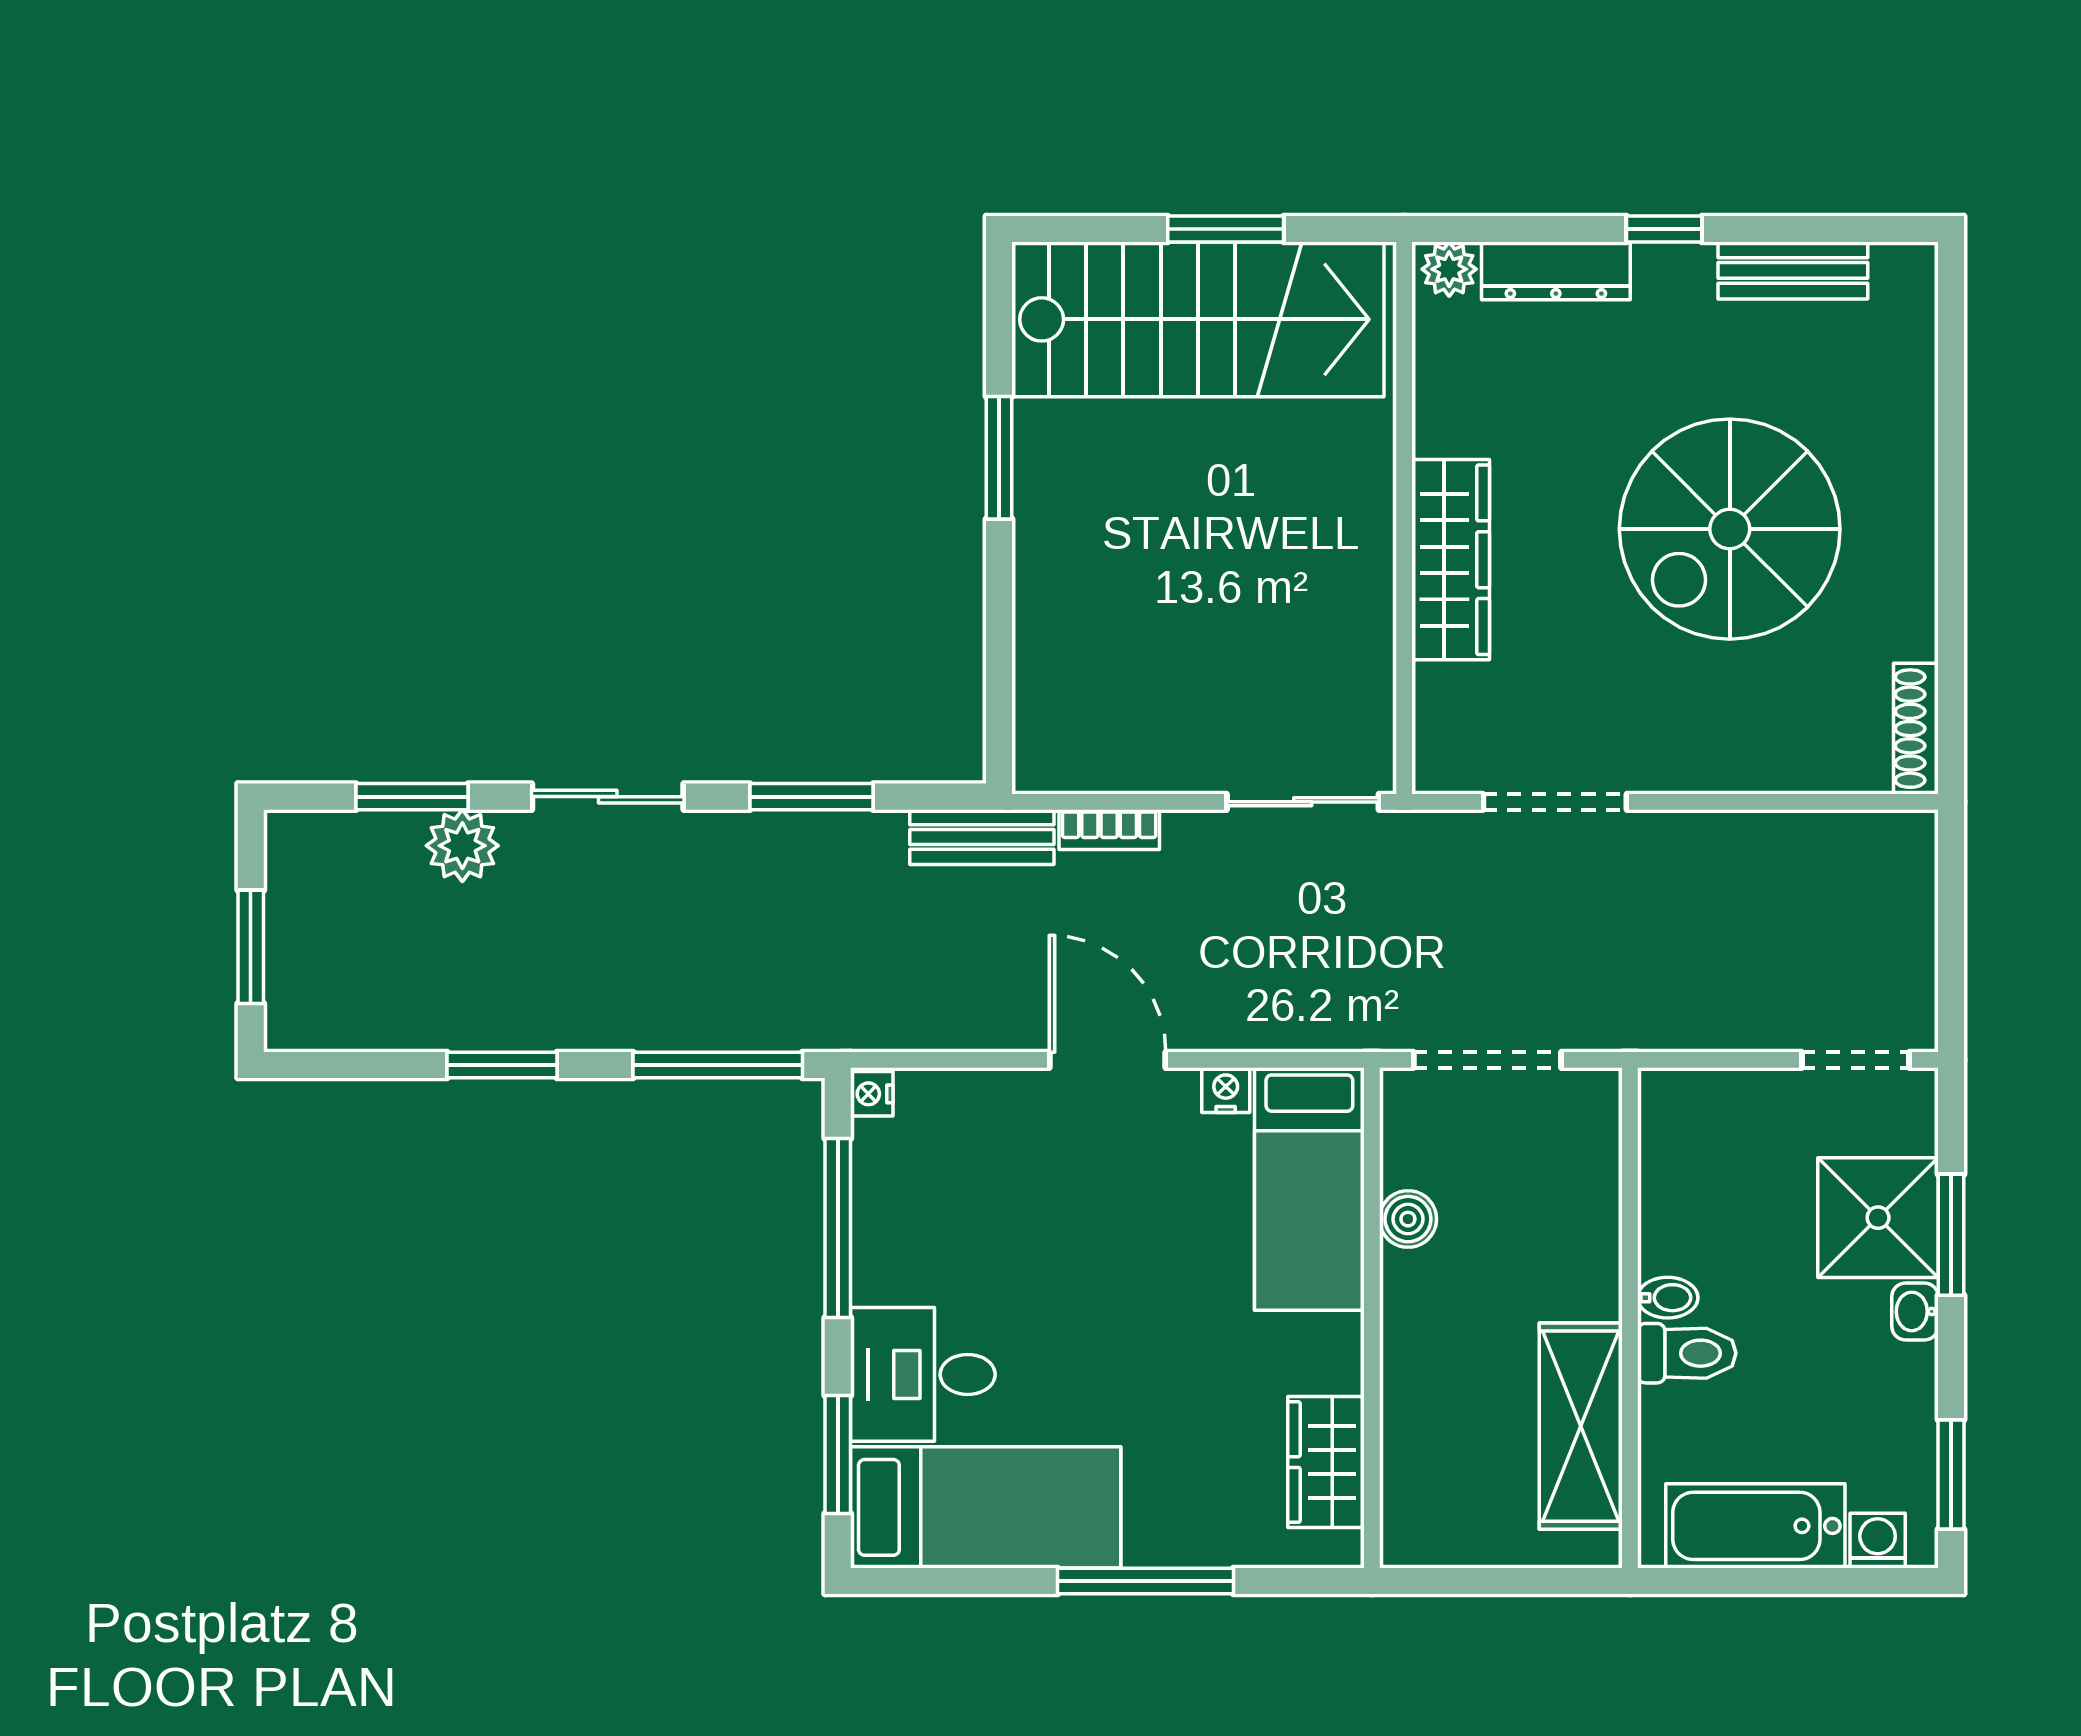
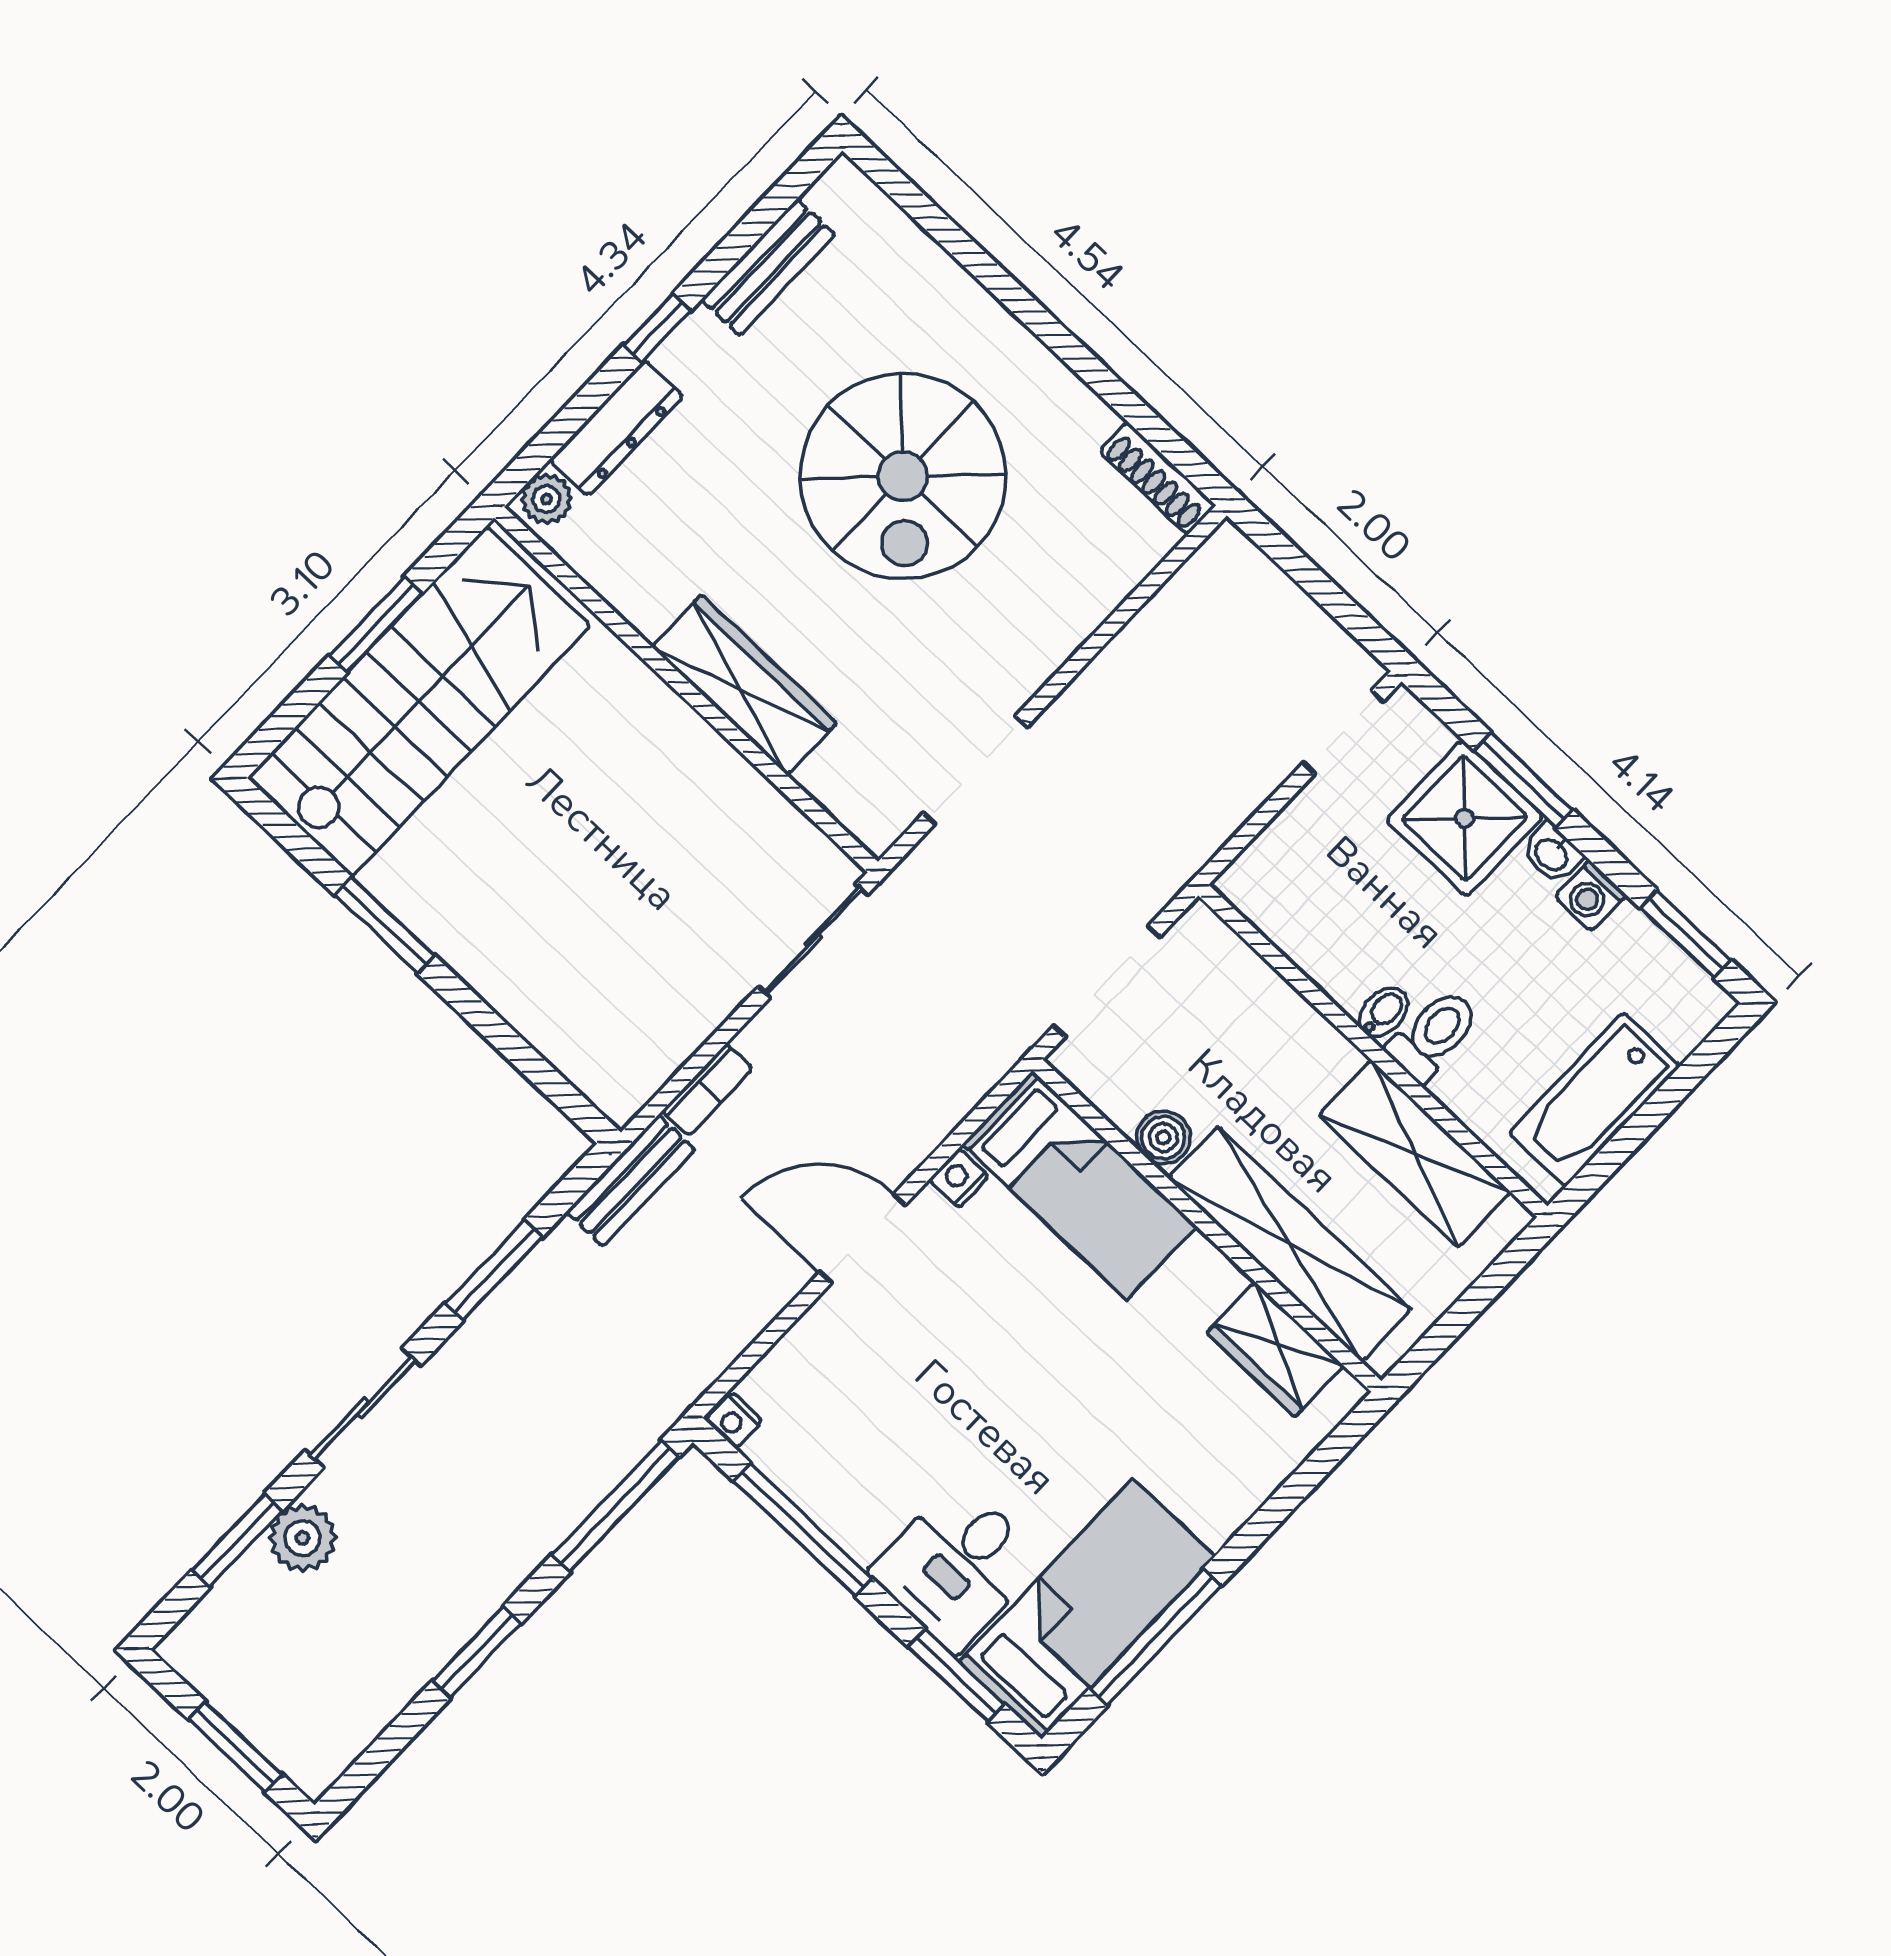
shelving: (1419, 1396) -> (1290, 1244), added
washing machine: (1878, 1541) -> (1591, 896), moved, turned -90
window: (1145, 1581) -> (1156, 1637), moved

